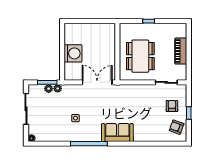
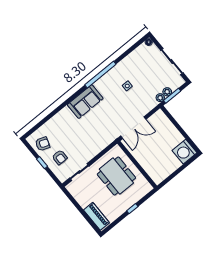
piano: (181, 51) -> (96, 216), moved
washing machine: (73, 53) -> (184, 152), moved

